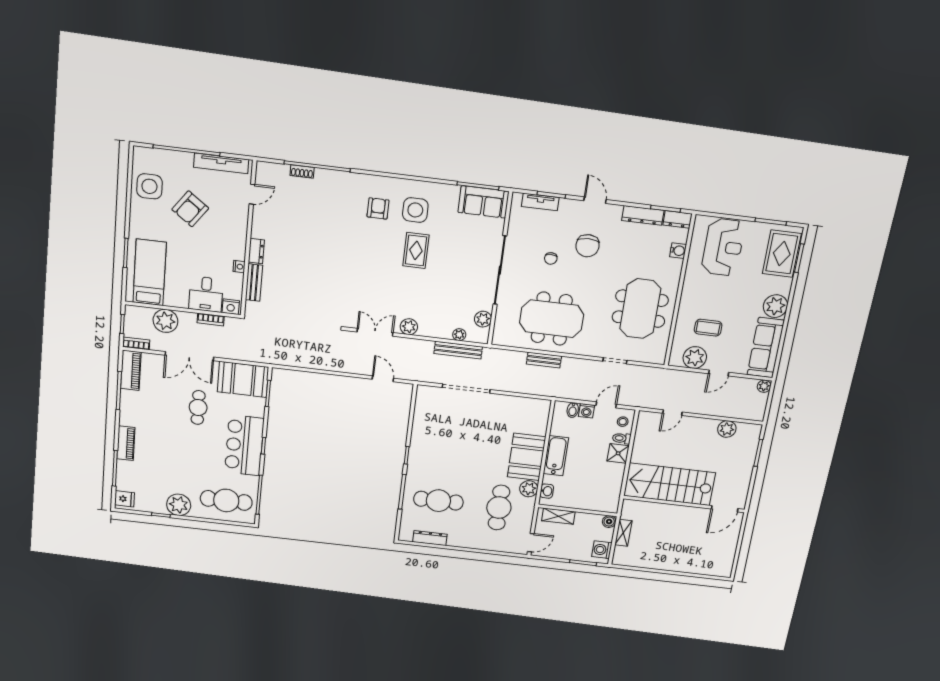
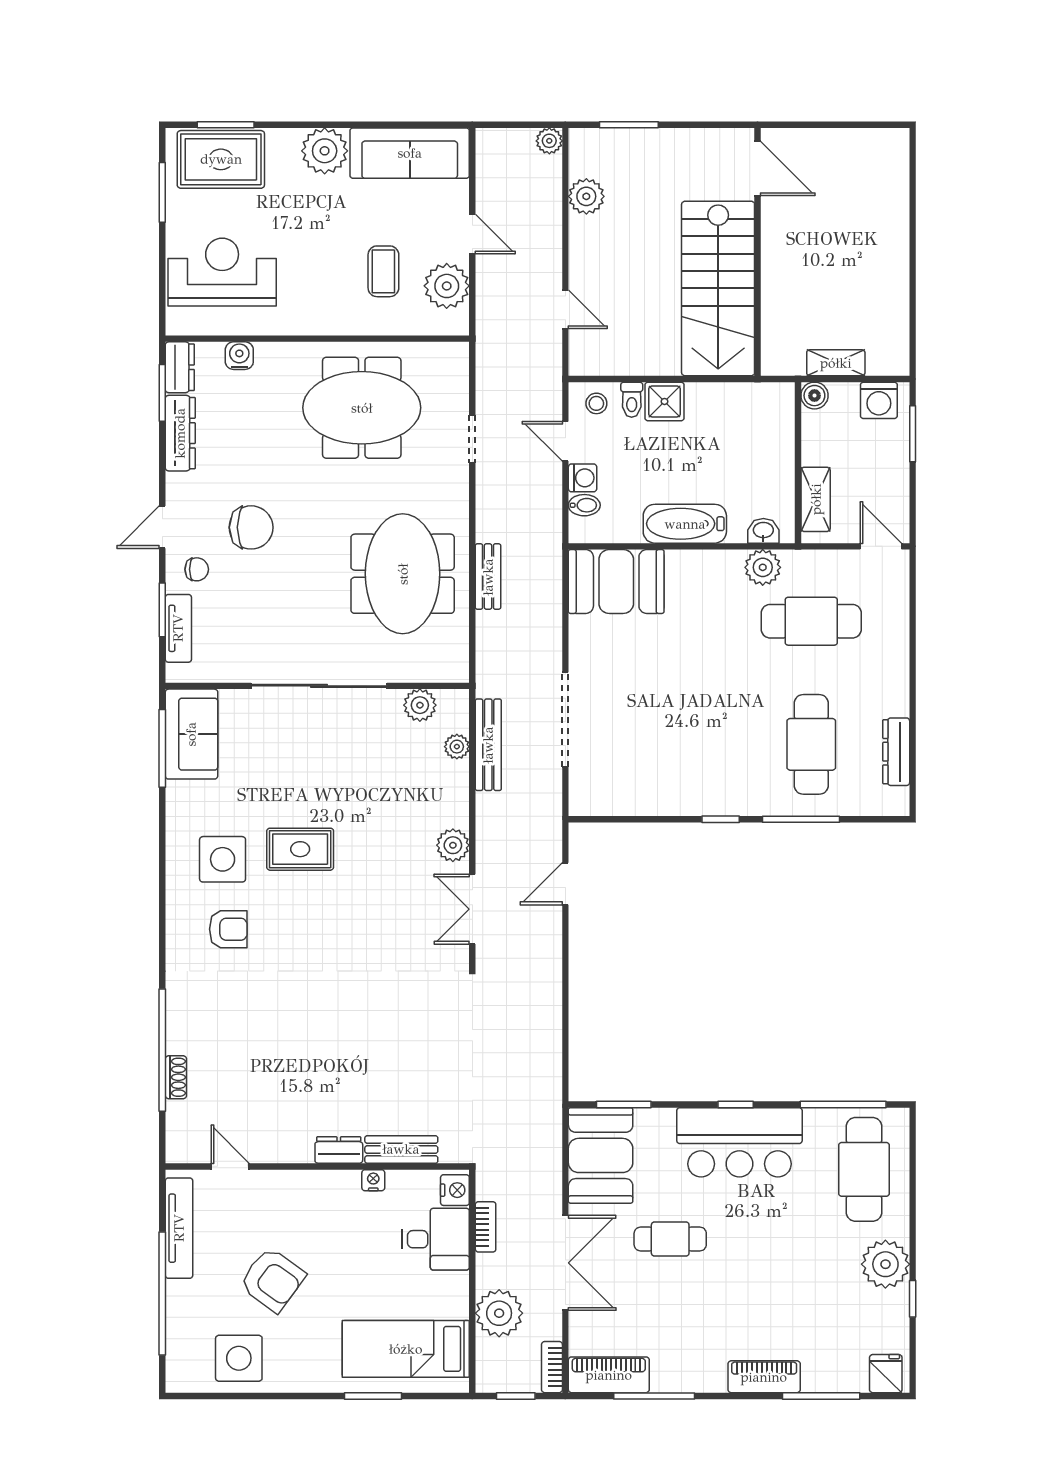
armchair: (378, 208) -> (228, 929), turned 180
chair: (551, 258) -> (197, 569), moved
plant: (764, 386) -> (549, 141), moved
booth: (527, 457) -> (616, 581), moved

